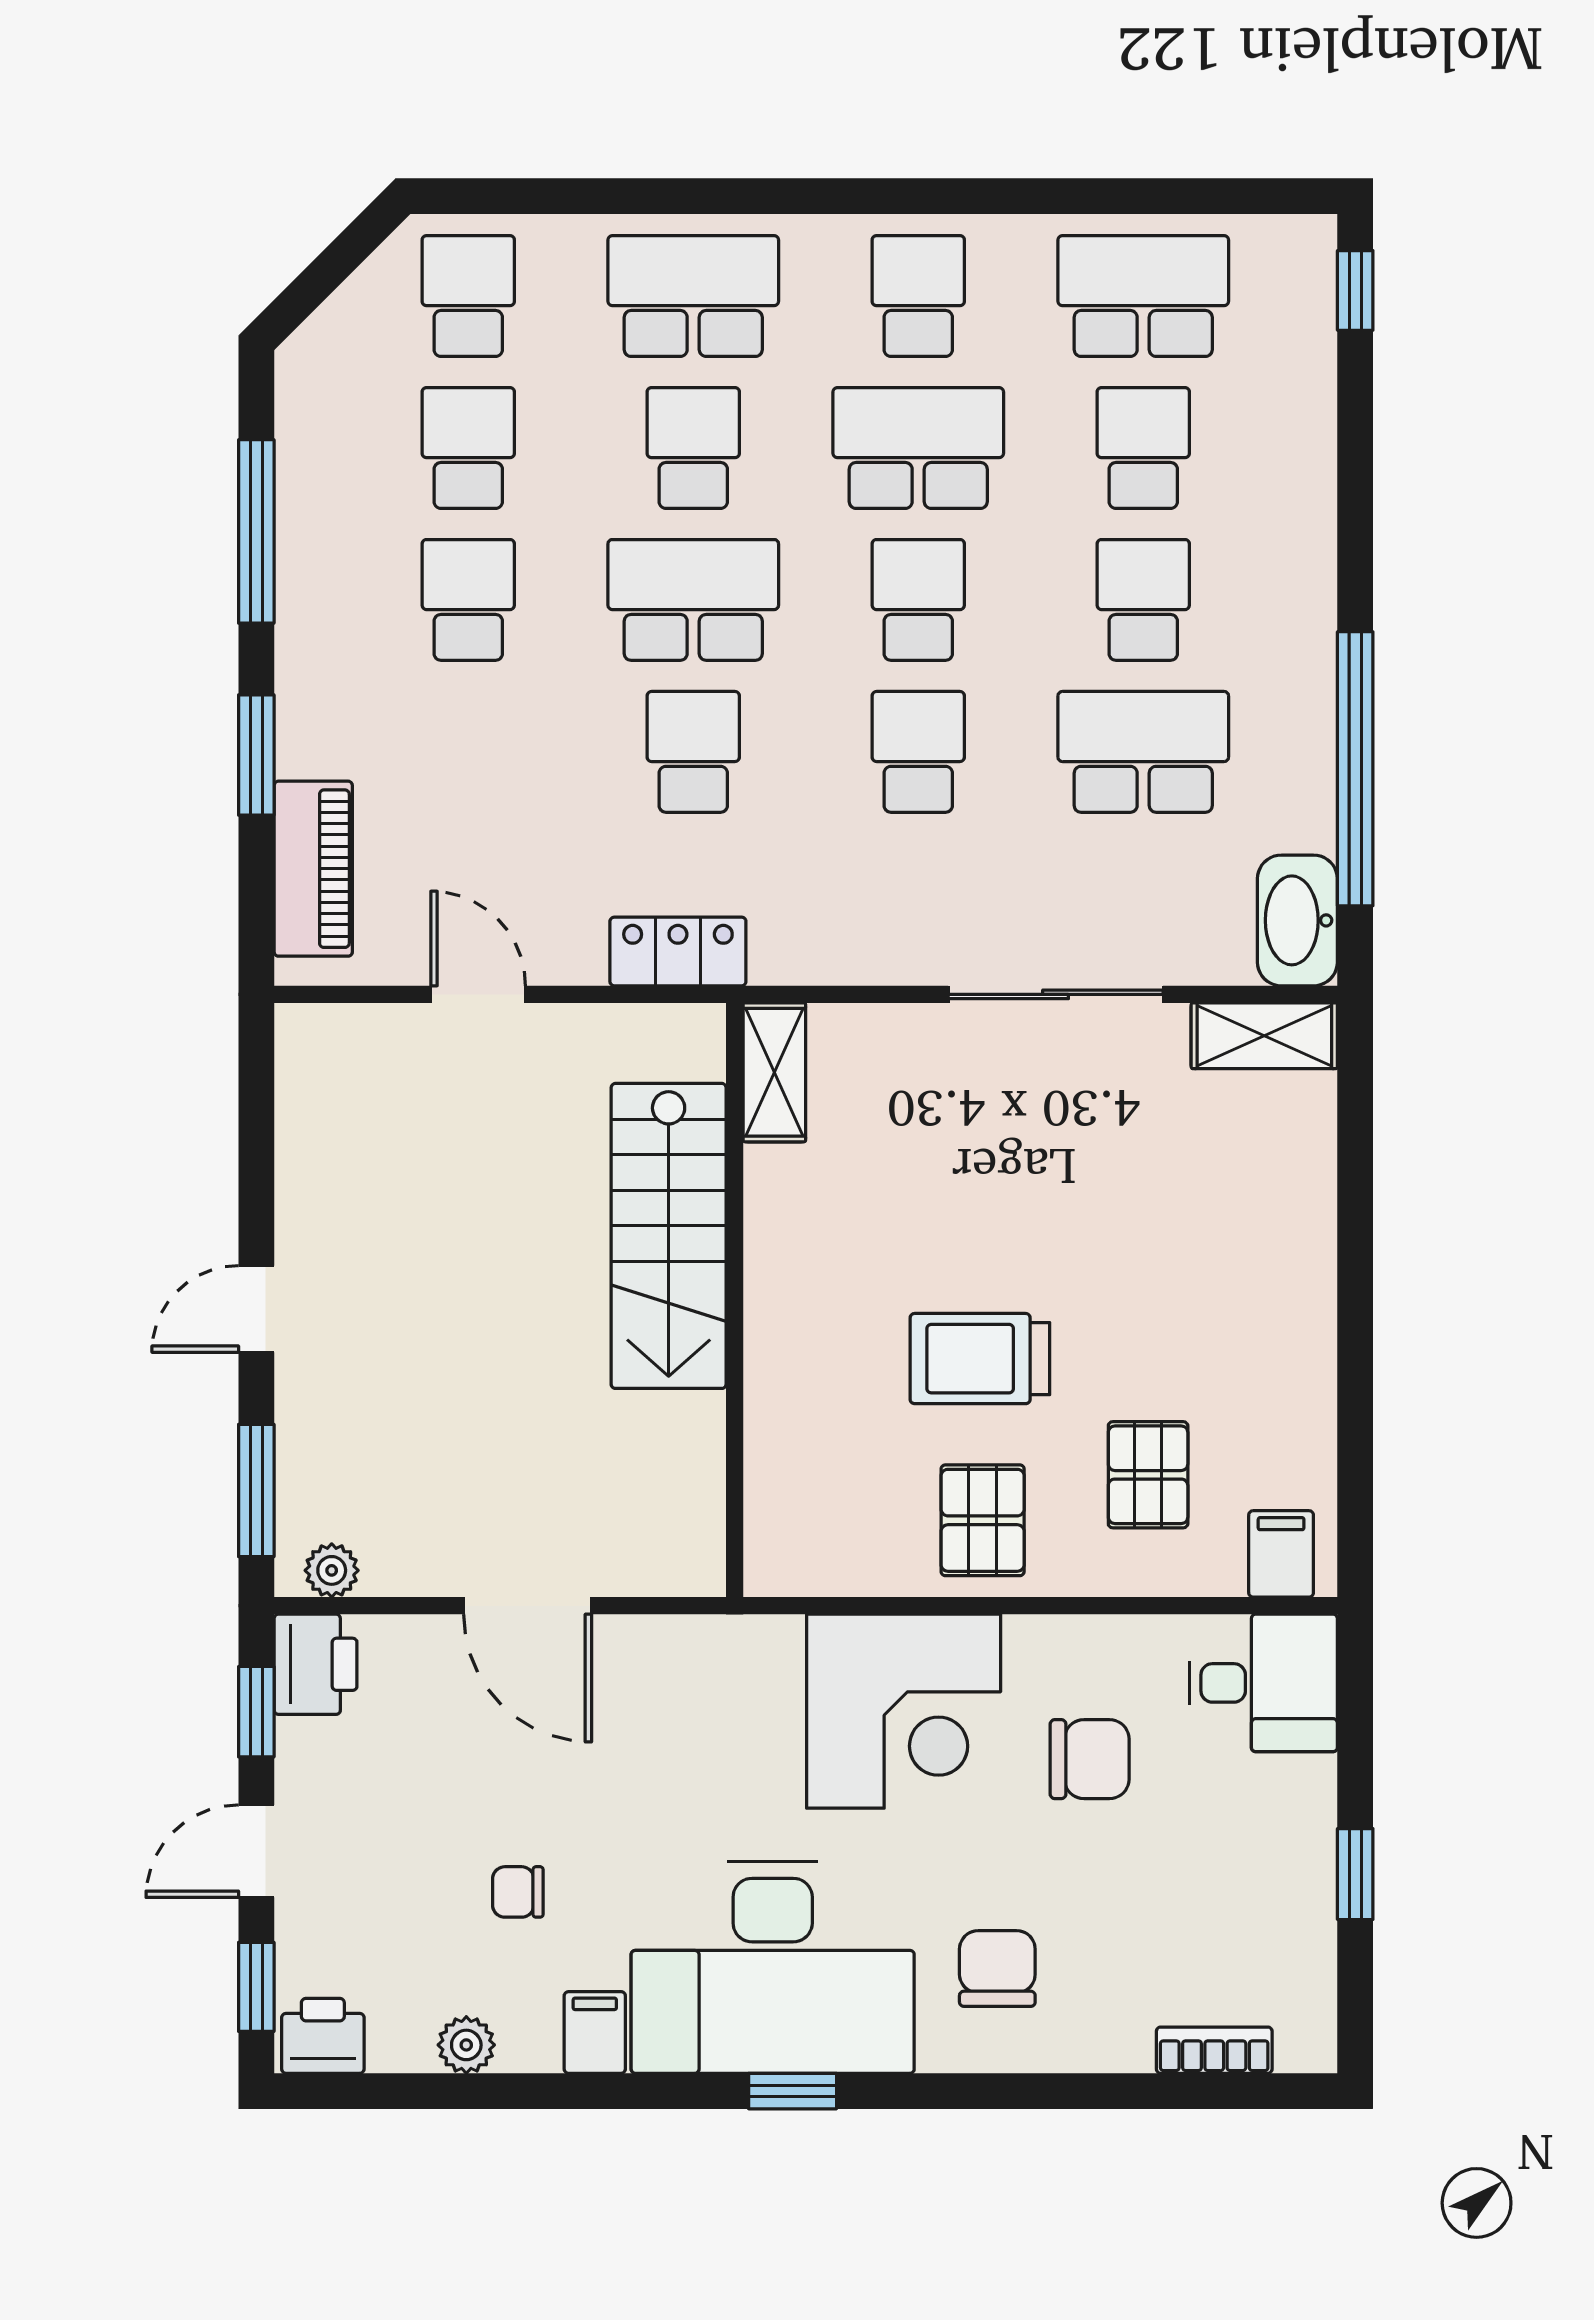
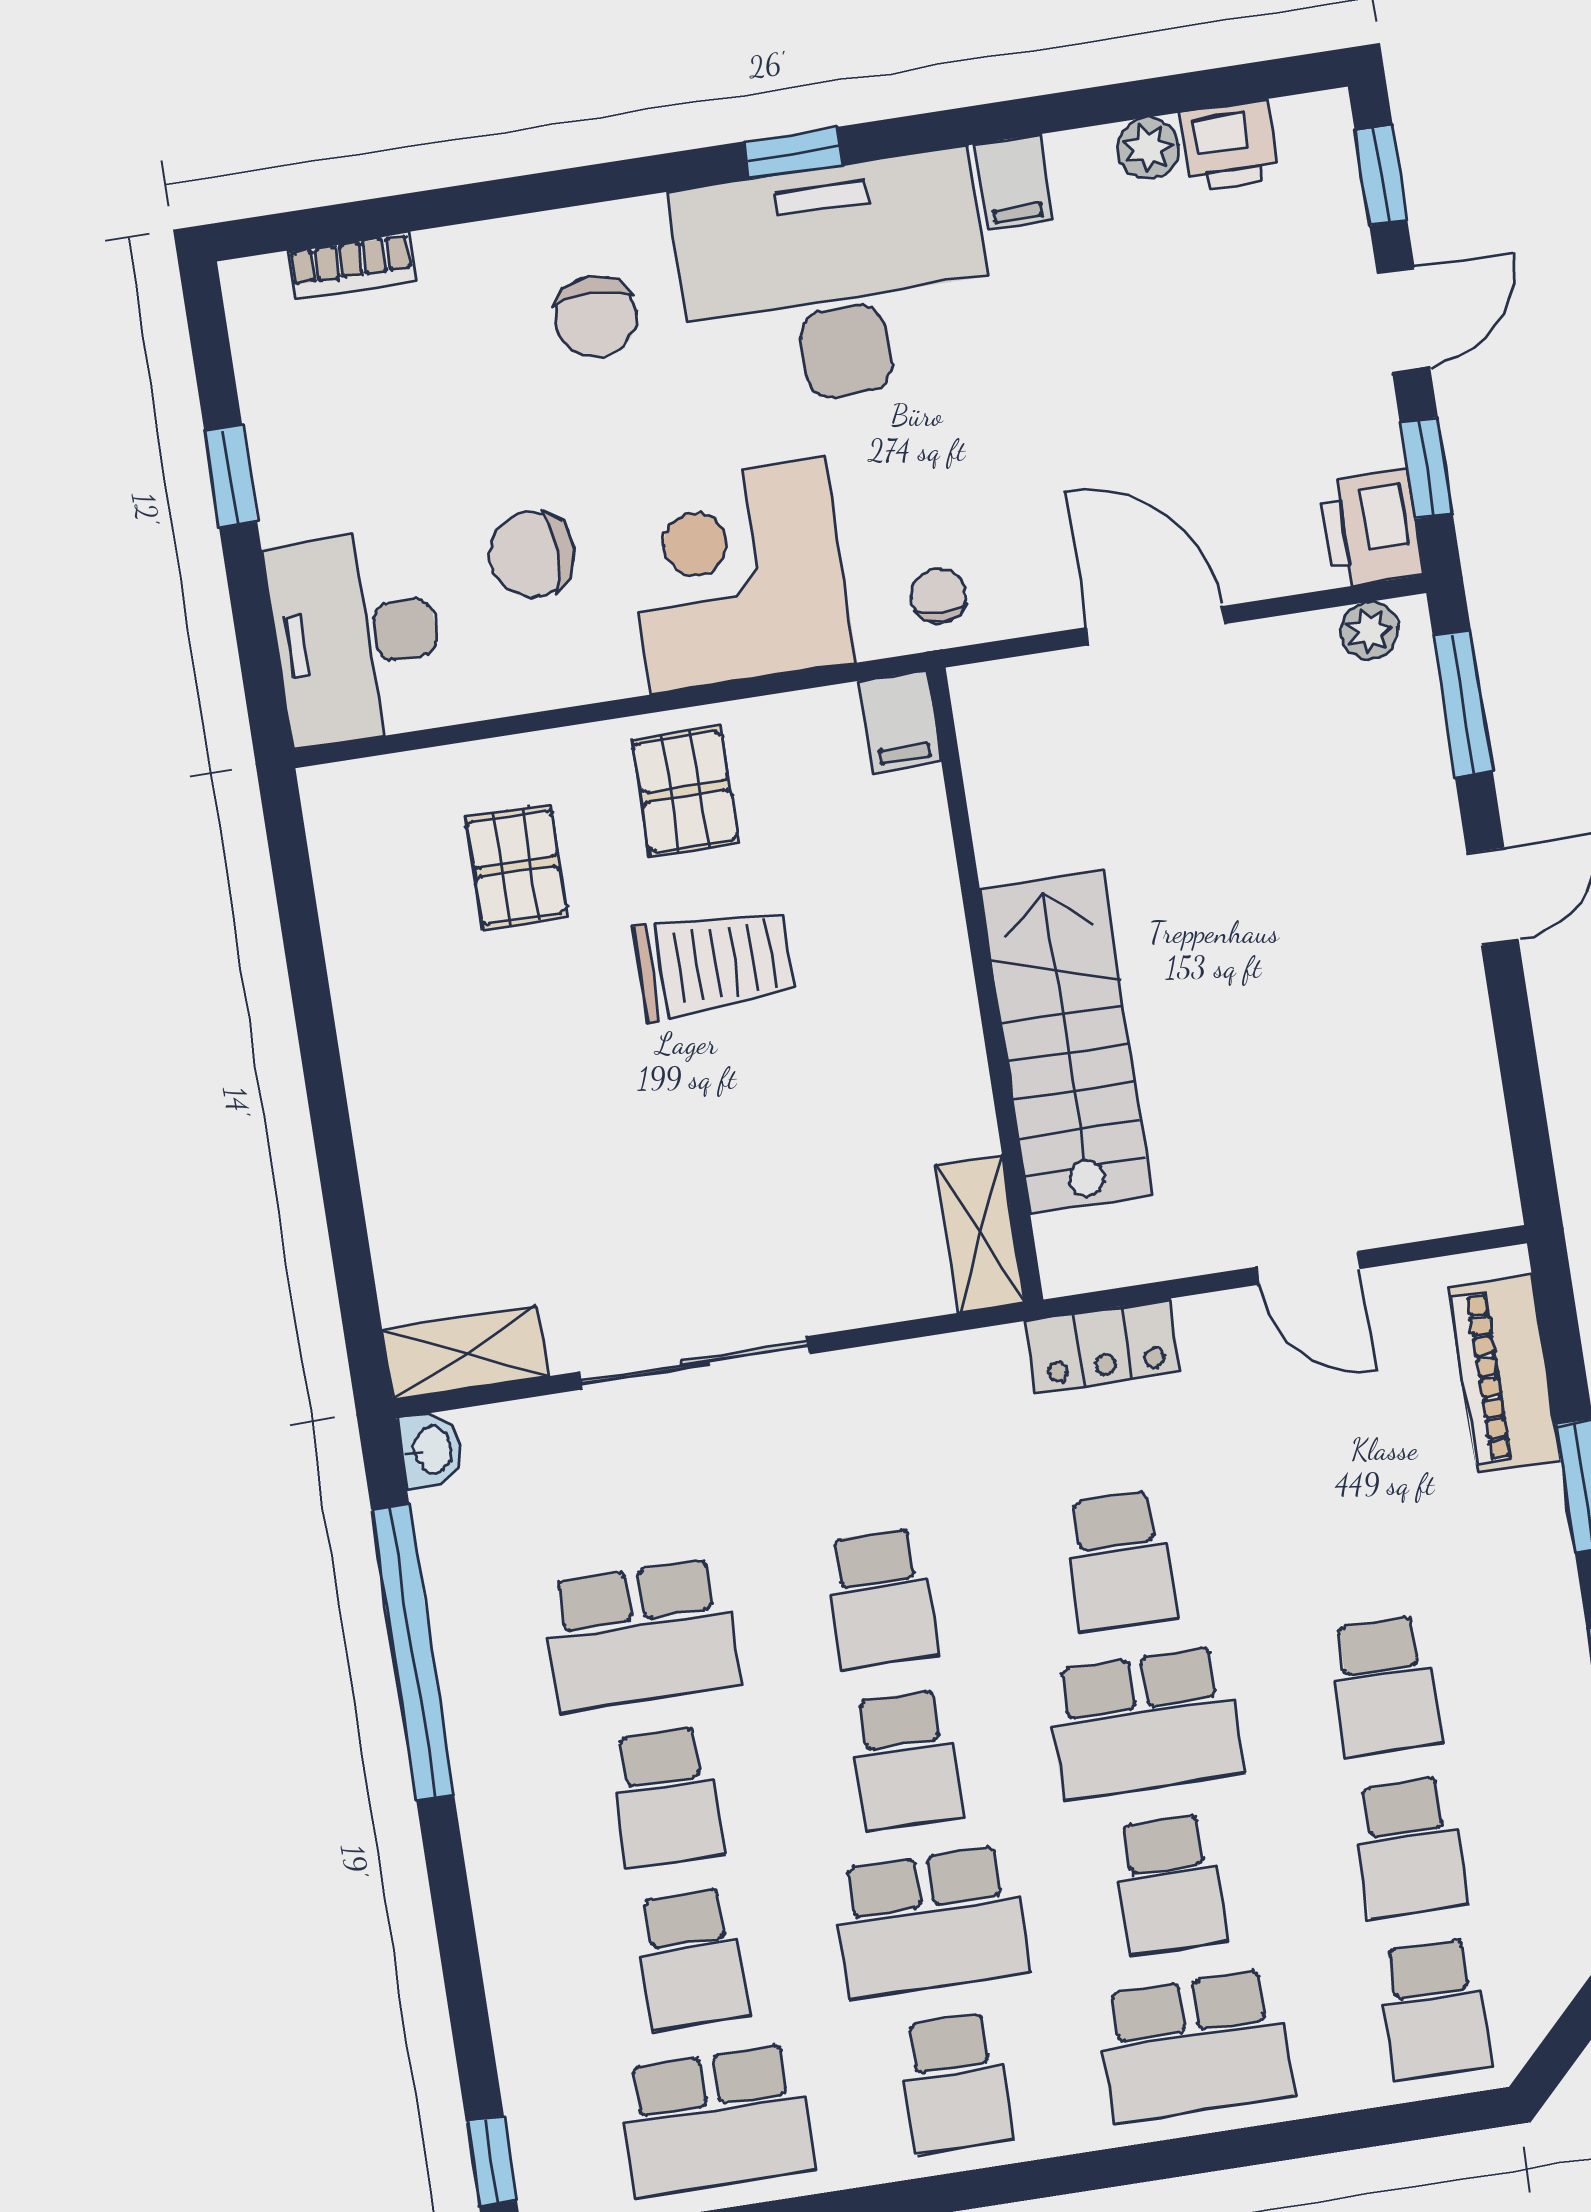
washbasin: (1297, 920) -> (431, 1450), width x0.52, depth x0.69
filing cabinet: (1281, 1554) -> (900, 722), moved
desk: (1263, 1683) -> (356, 637), width x1.37
chair: (518, 1892) -> (938, 596), moved, turned -90
printer: (323, 2036) -> (1230, 146), moved

